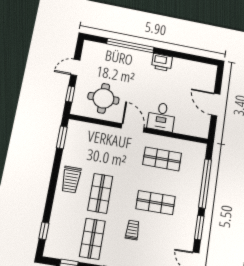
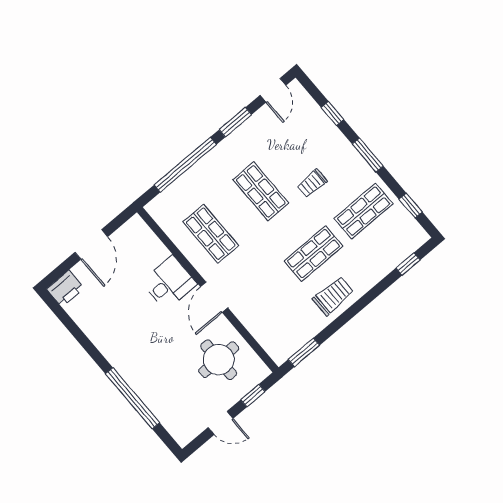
printer: (162, 62) -> (65, 289), moved, turned 90

